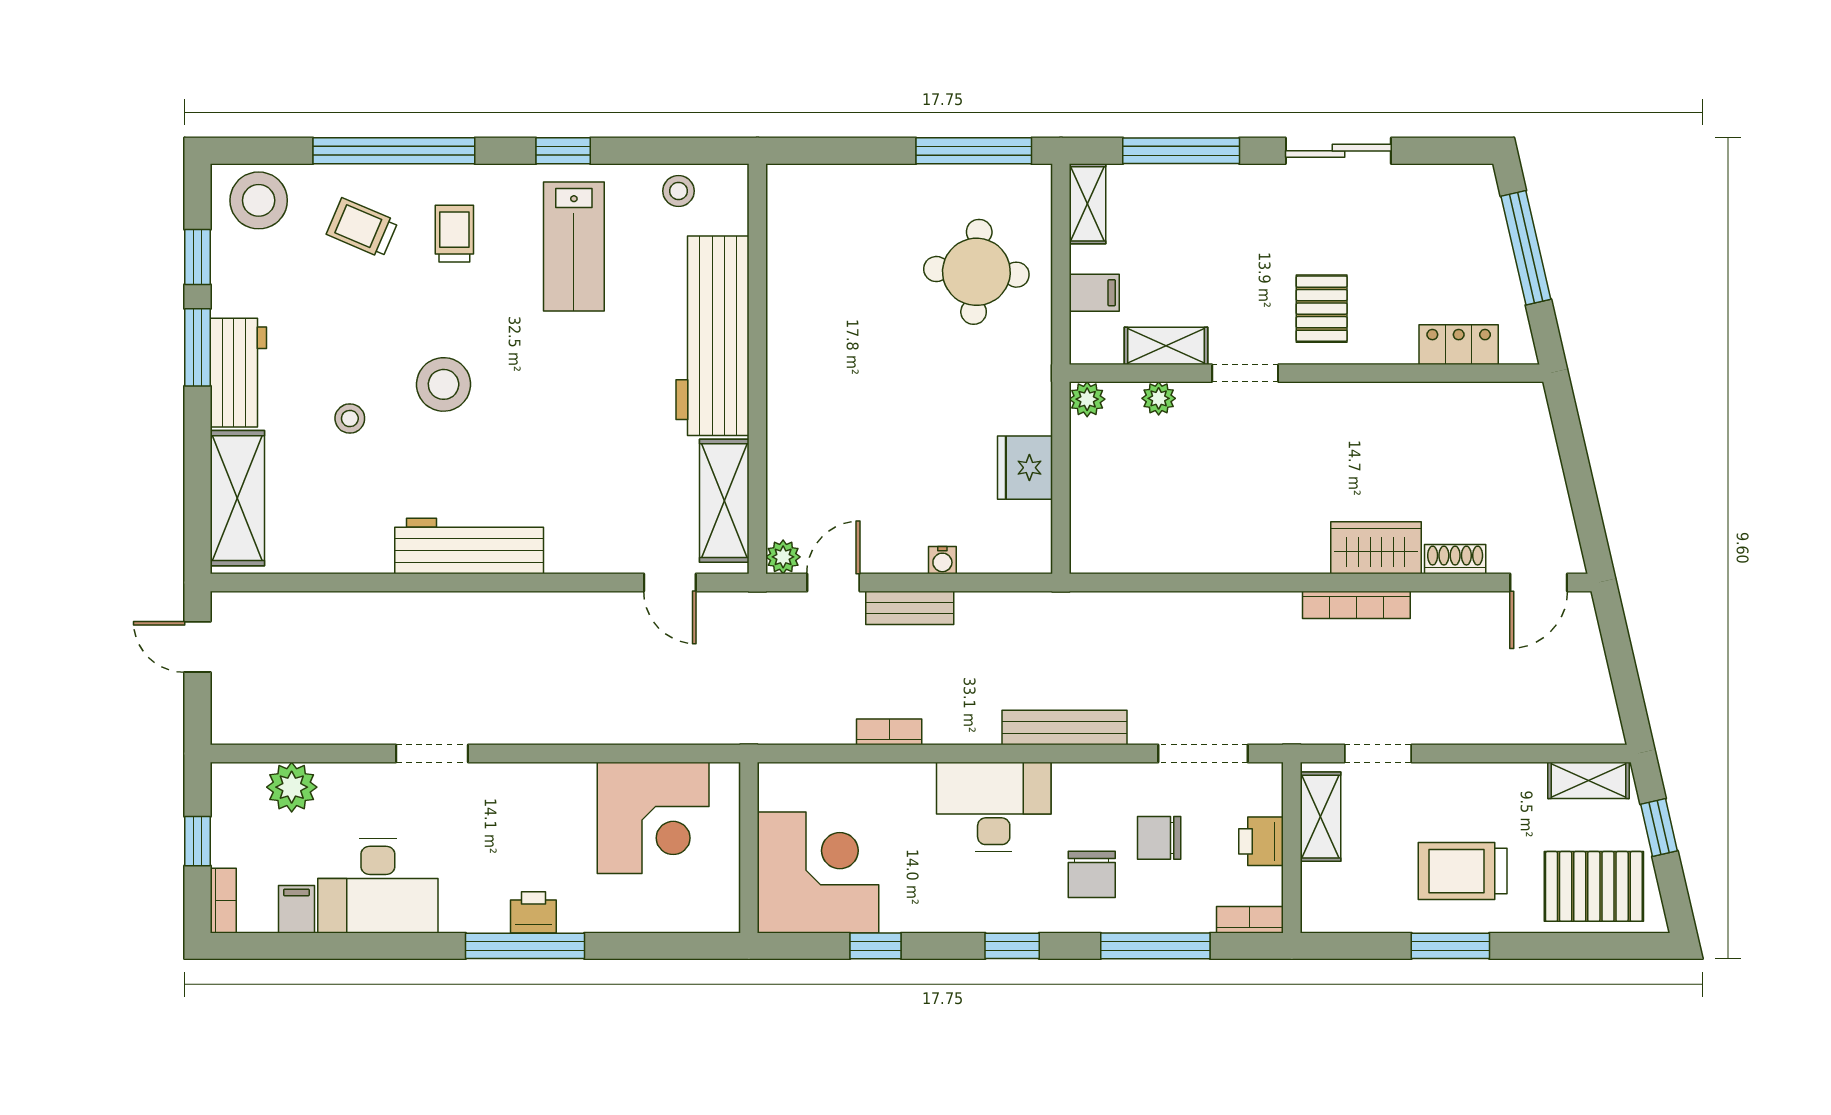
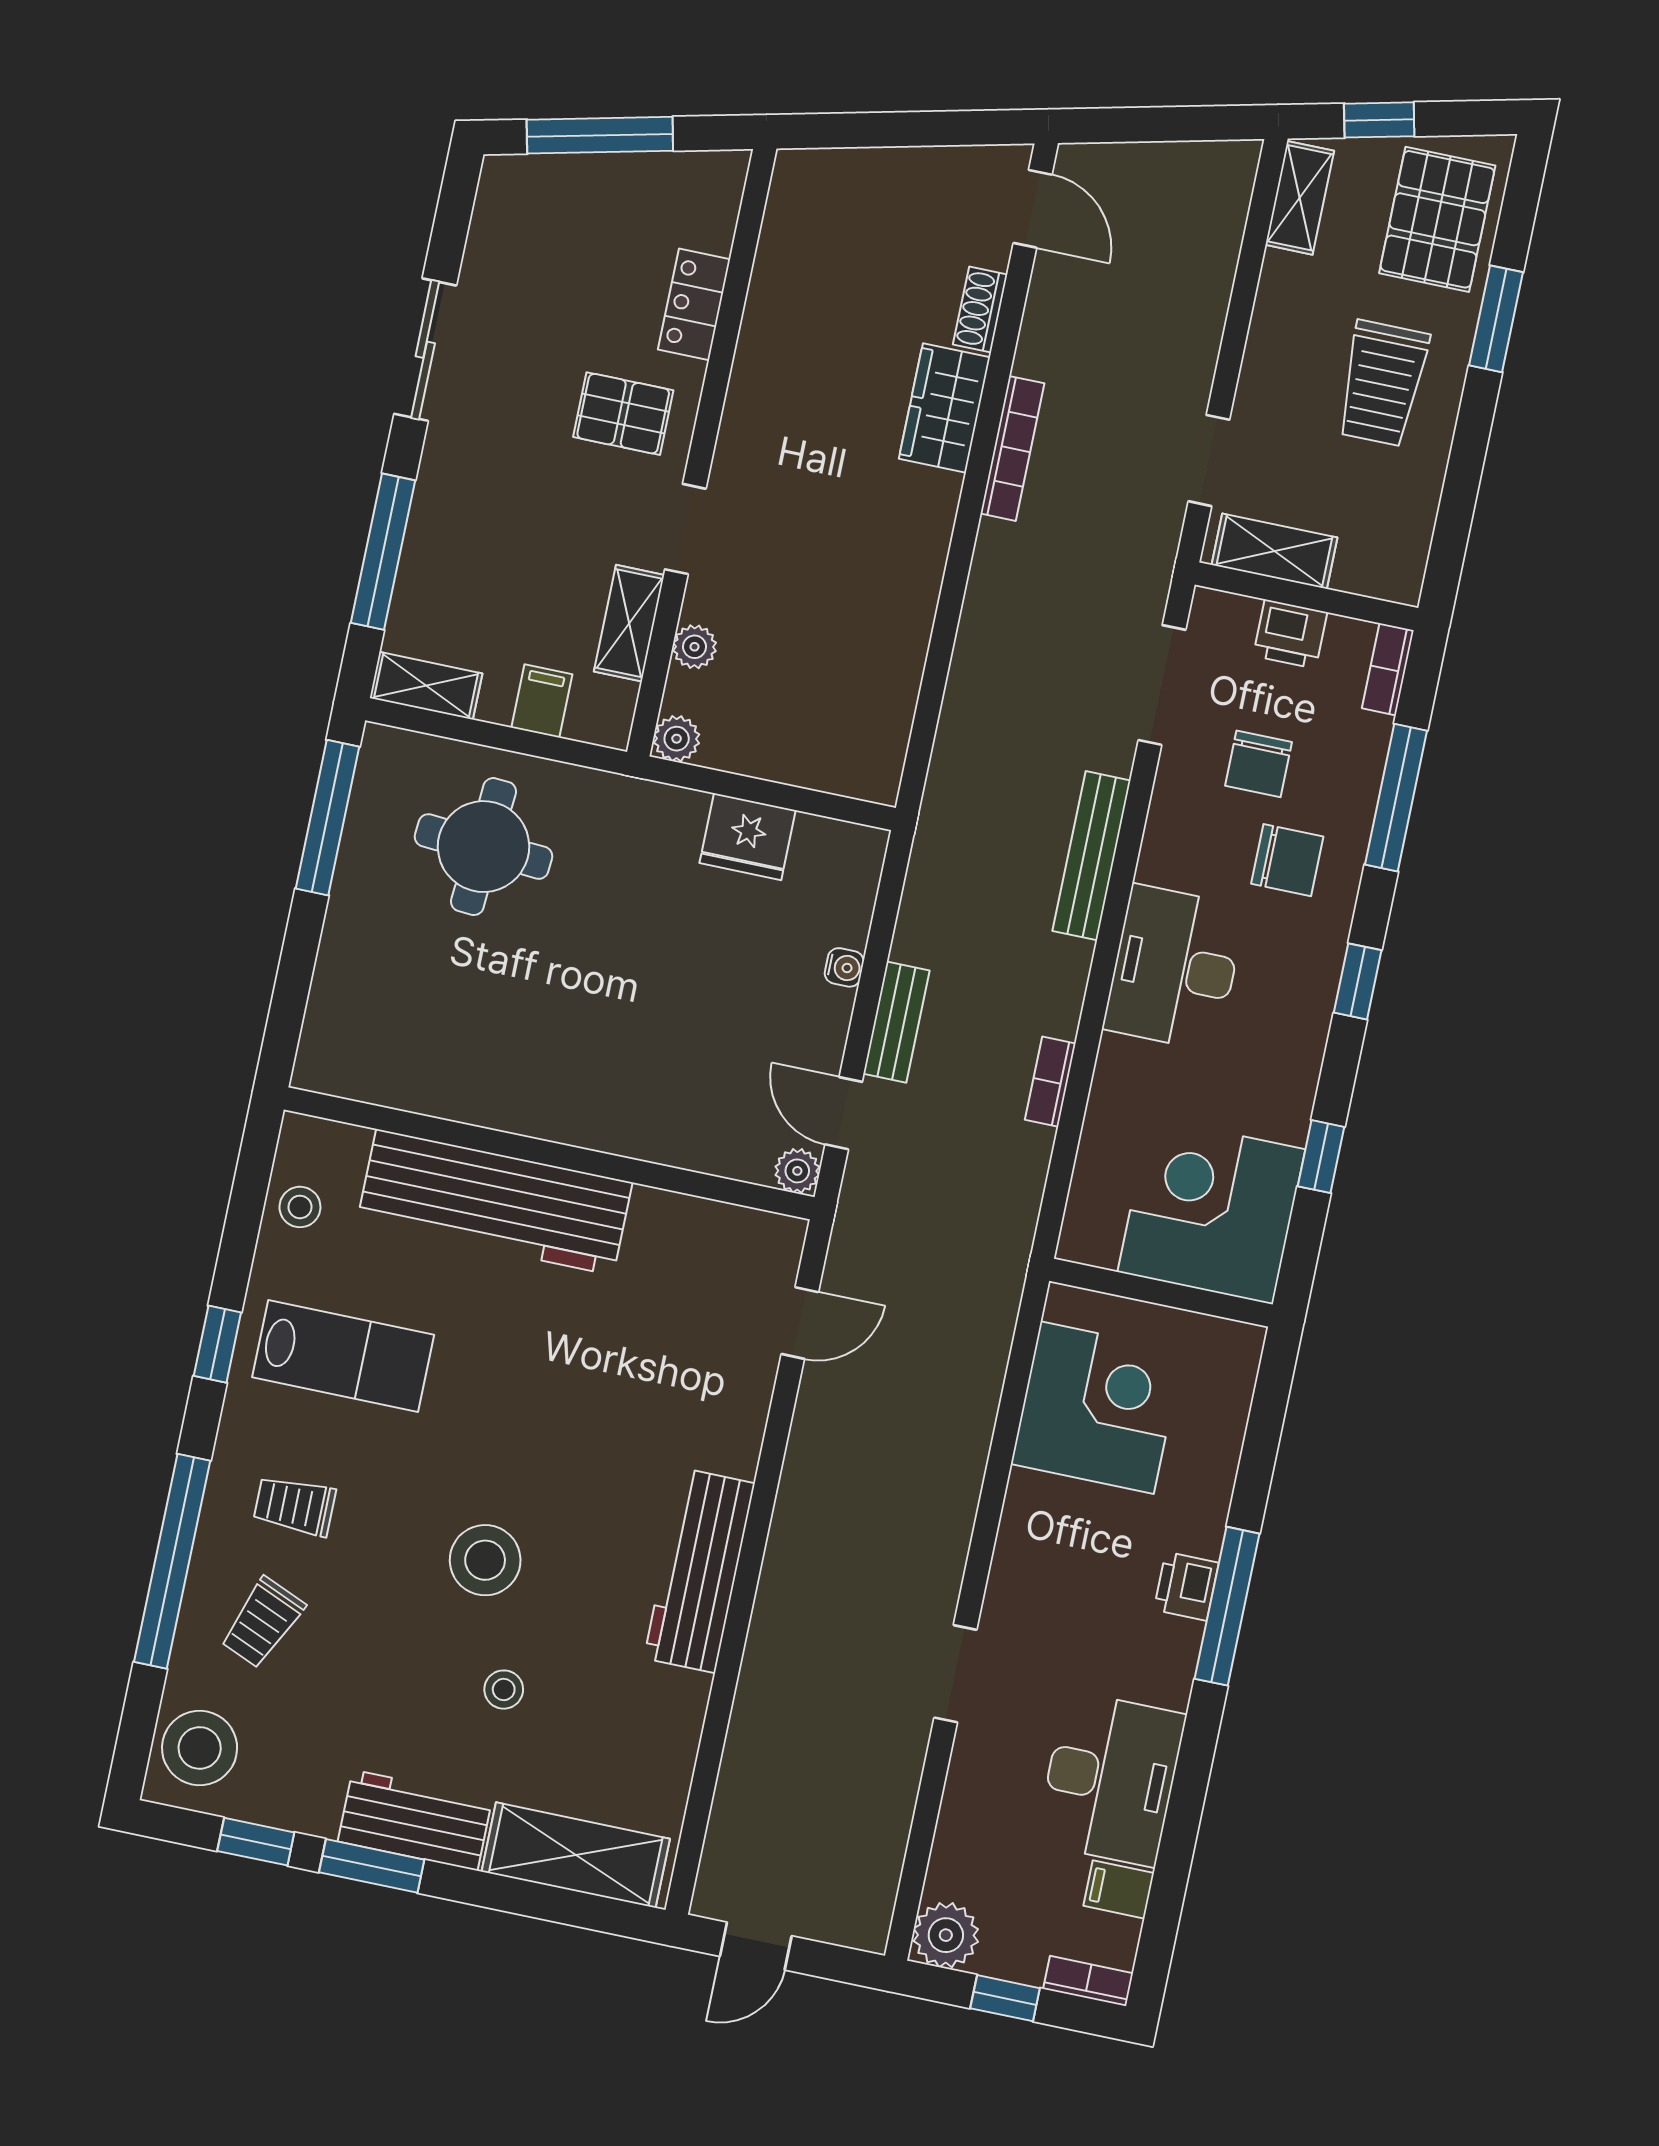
locker: (1459, 345) -> (694, 304), moved
shelving: (724, 501) -> (709, 1231), removed
plant: (292, 787) -> (946, 1935), moved
window: (1450, 946) -> (1496, 319), moved

